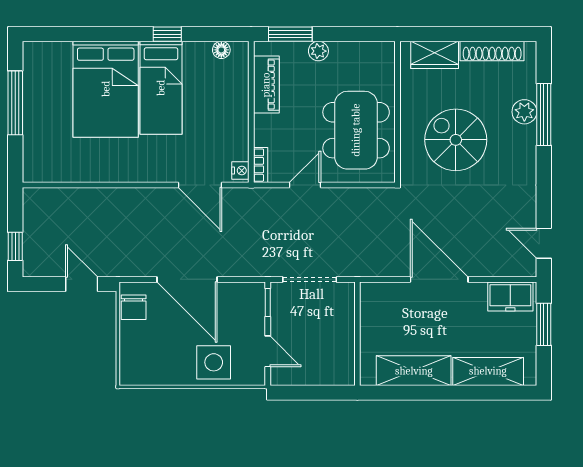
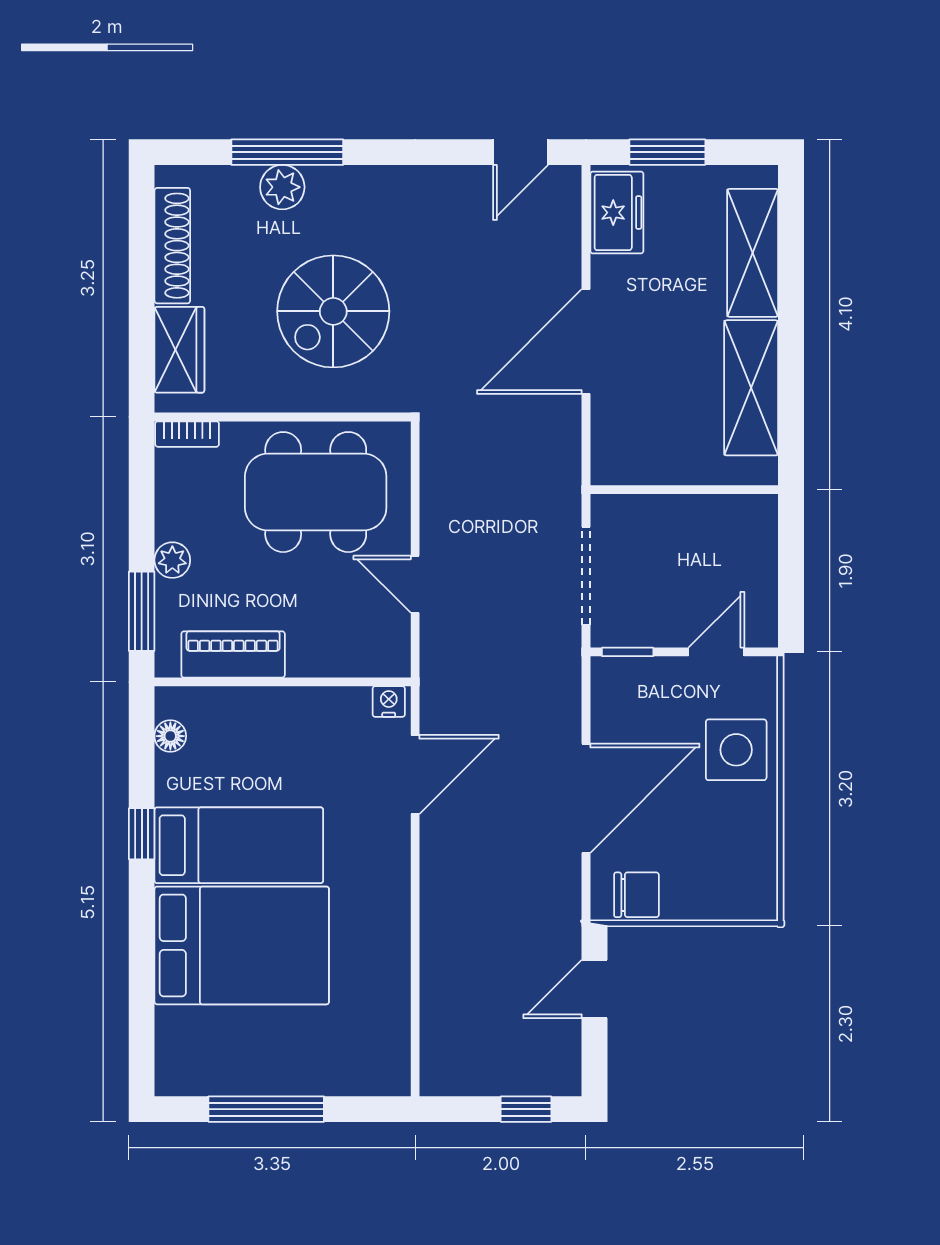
bookcase: (261, 165) -> (187, 434), moved, turned 180

